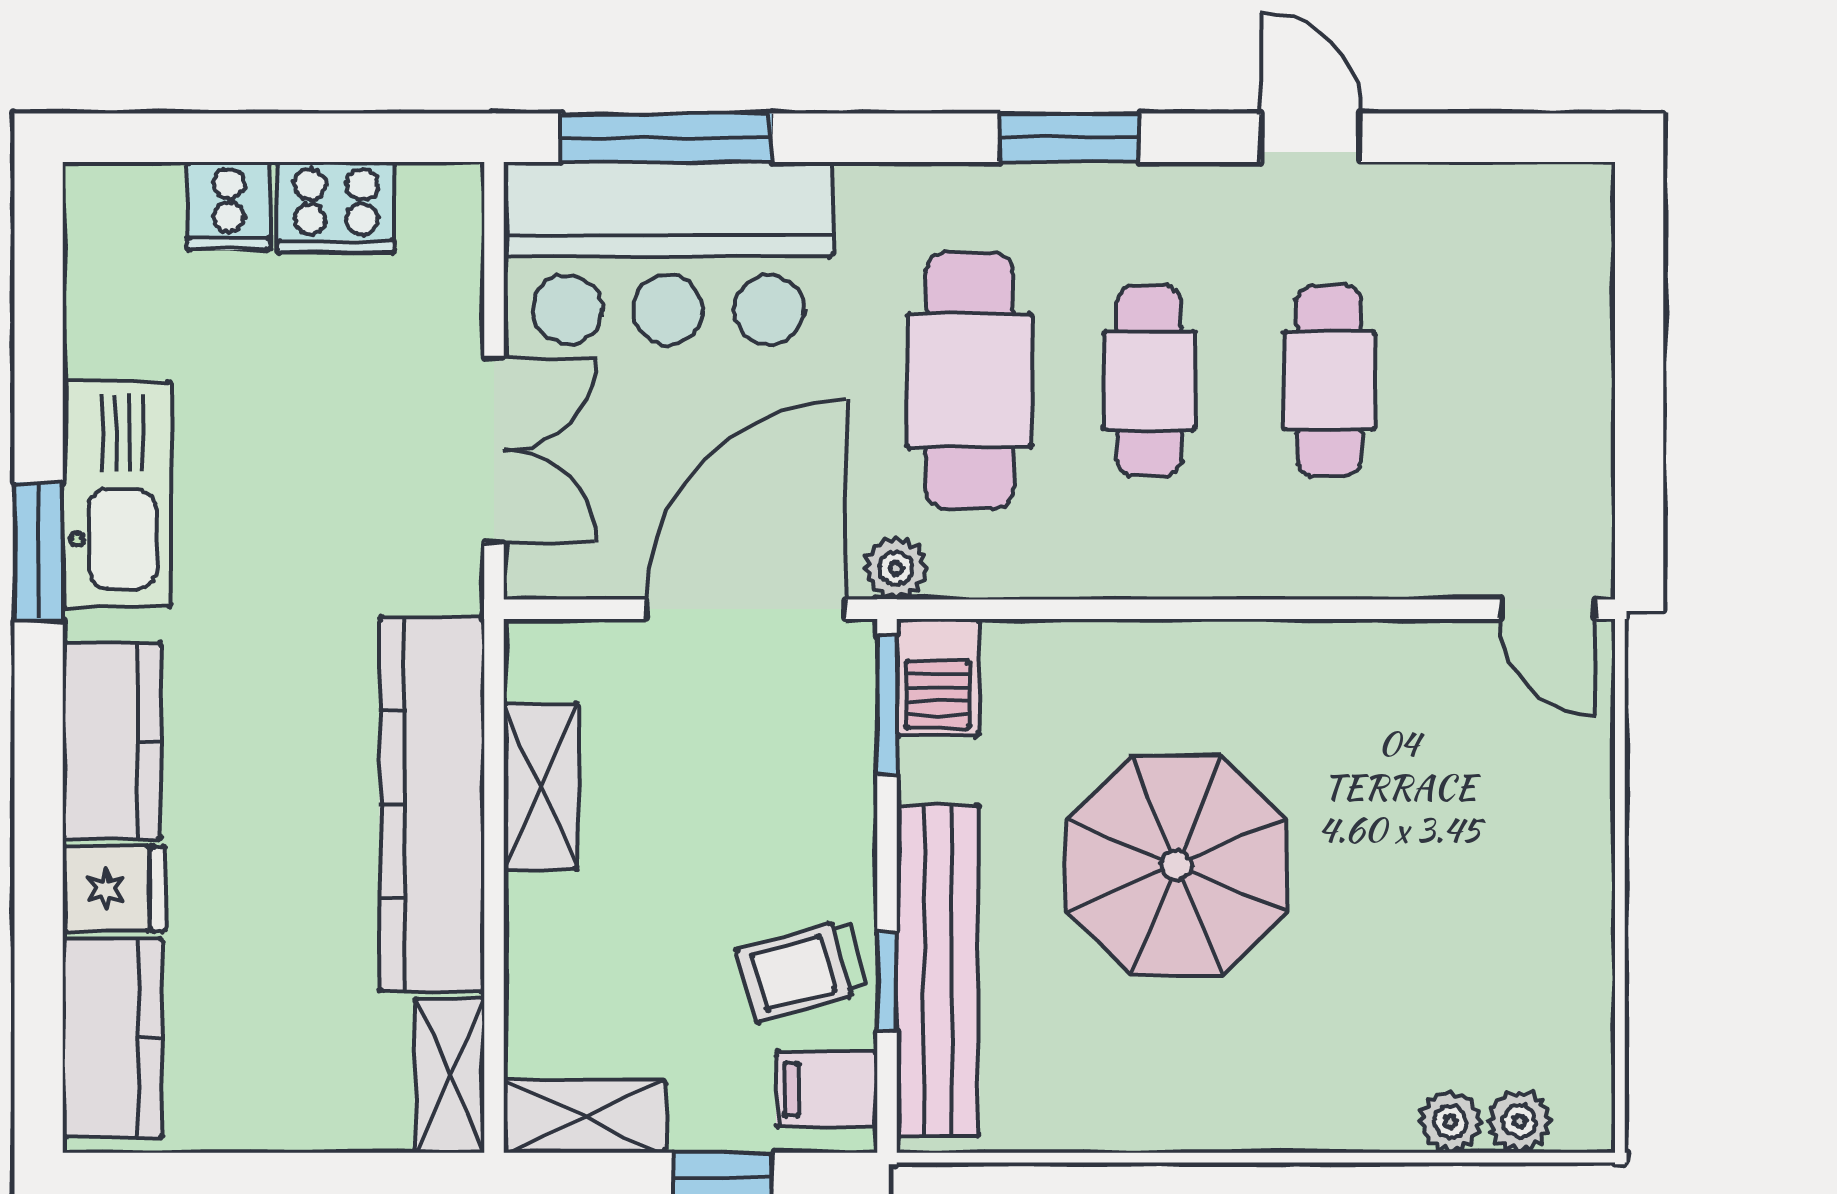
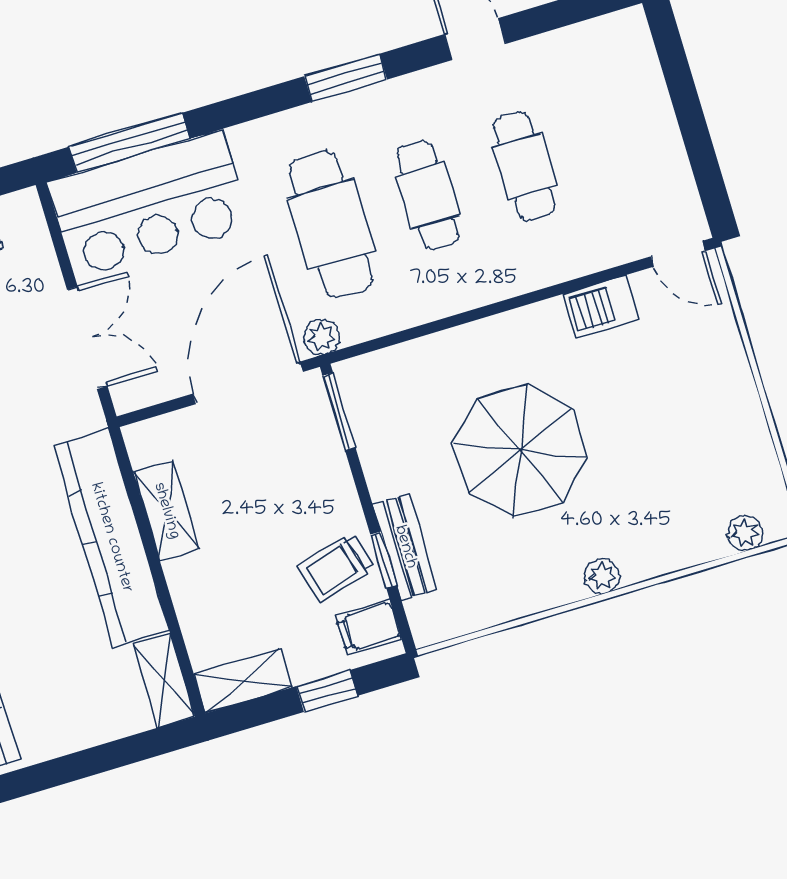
barbecue: (938, 677) -> (601, 307), moved, turned 90
bench: (938, 971) -> (405, 547), width x0.54, depth x0.82
plant: (1450, 1122) -> (602, 576), moved

